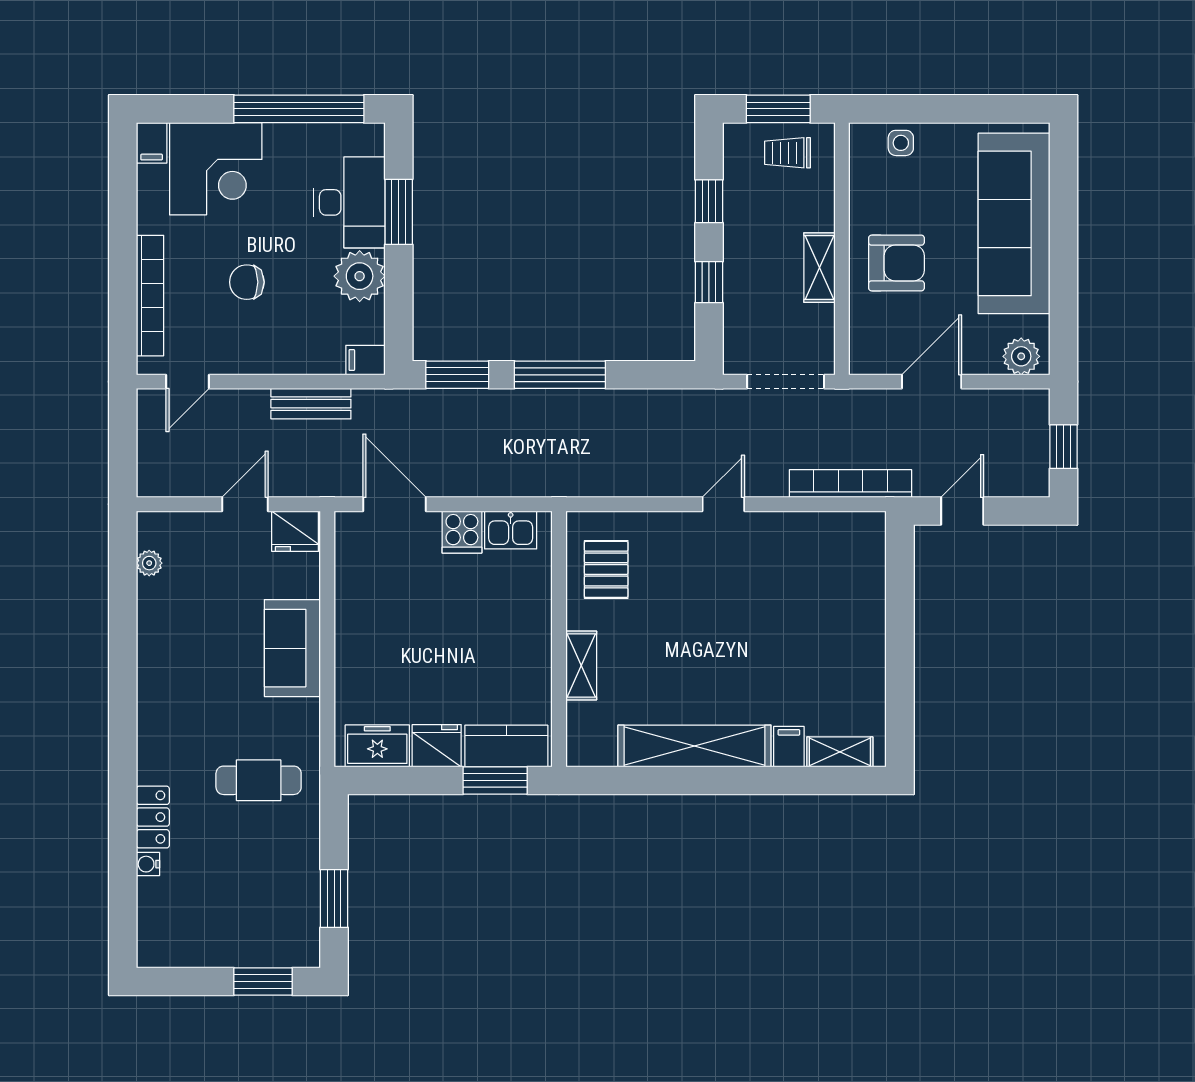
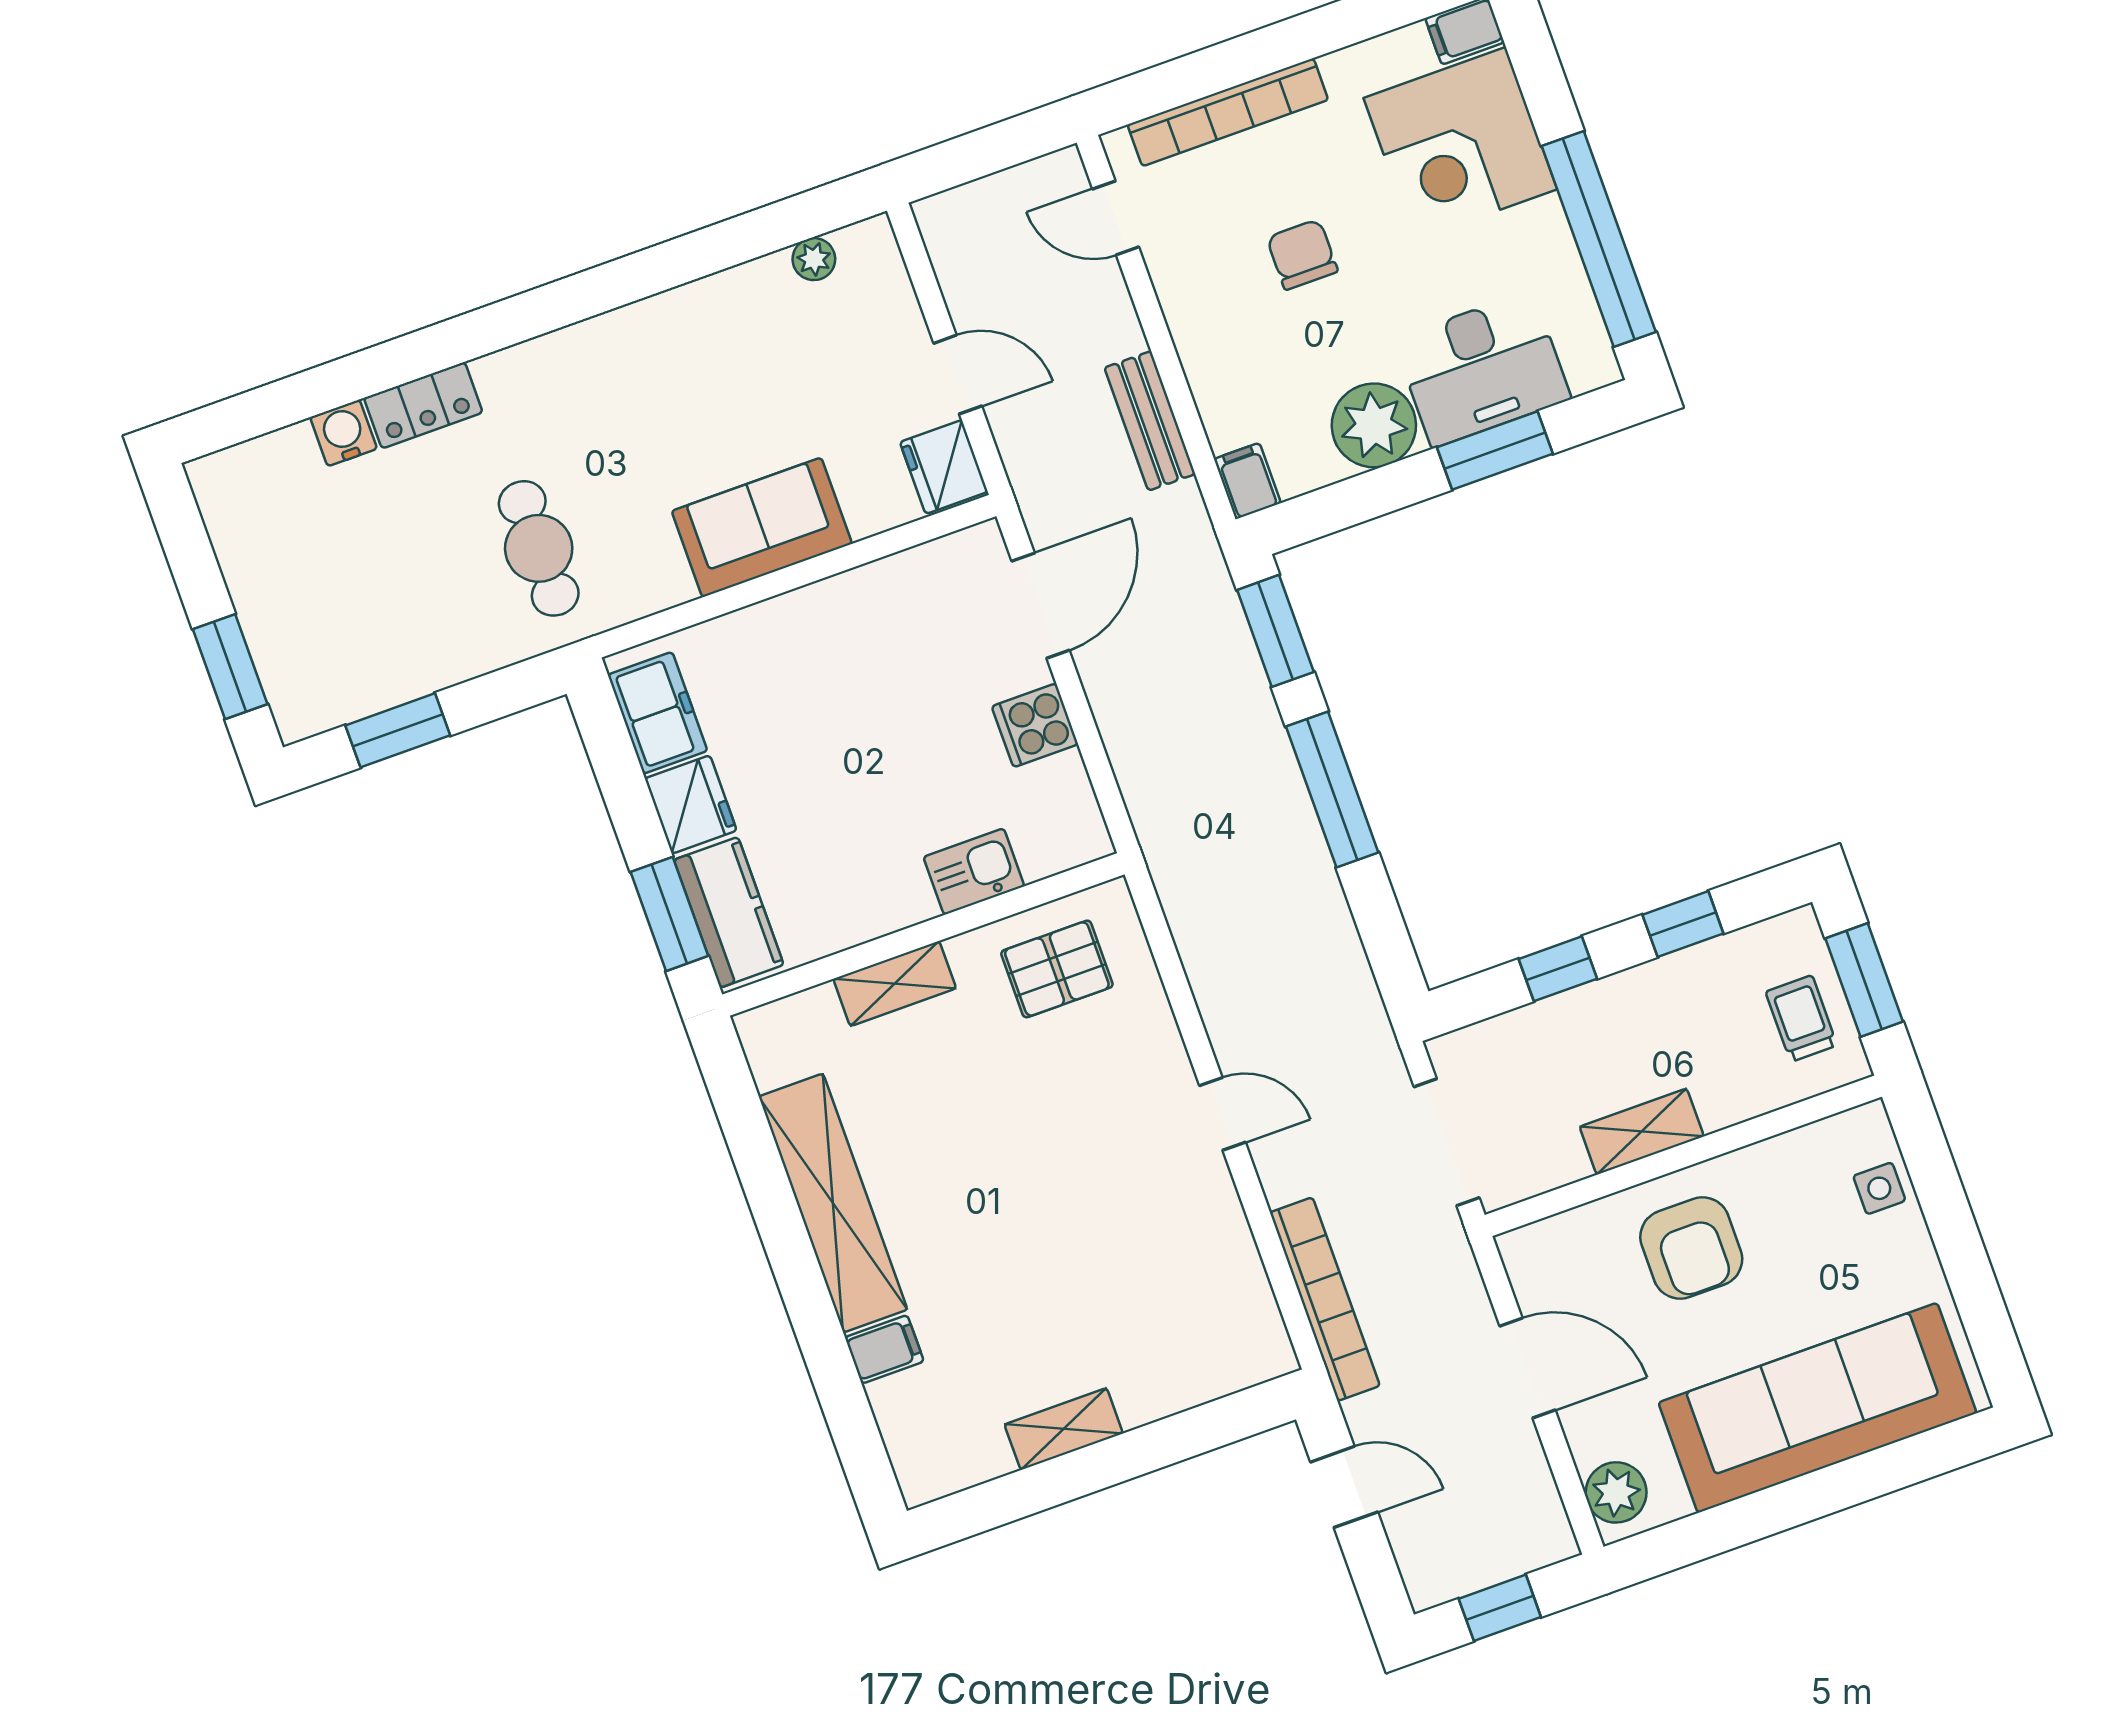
kitchen sink: (511, 530) -> (974, 872), moved, turned 90
shelving: (840, 752) -> (1064, 1429), moved, turned 90
water cooler: (148, 864) -> (344, 433), width x1.38, depth x1.38

